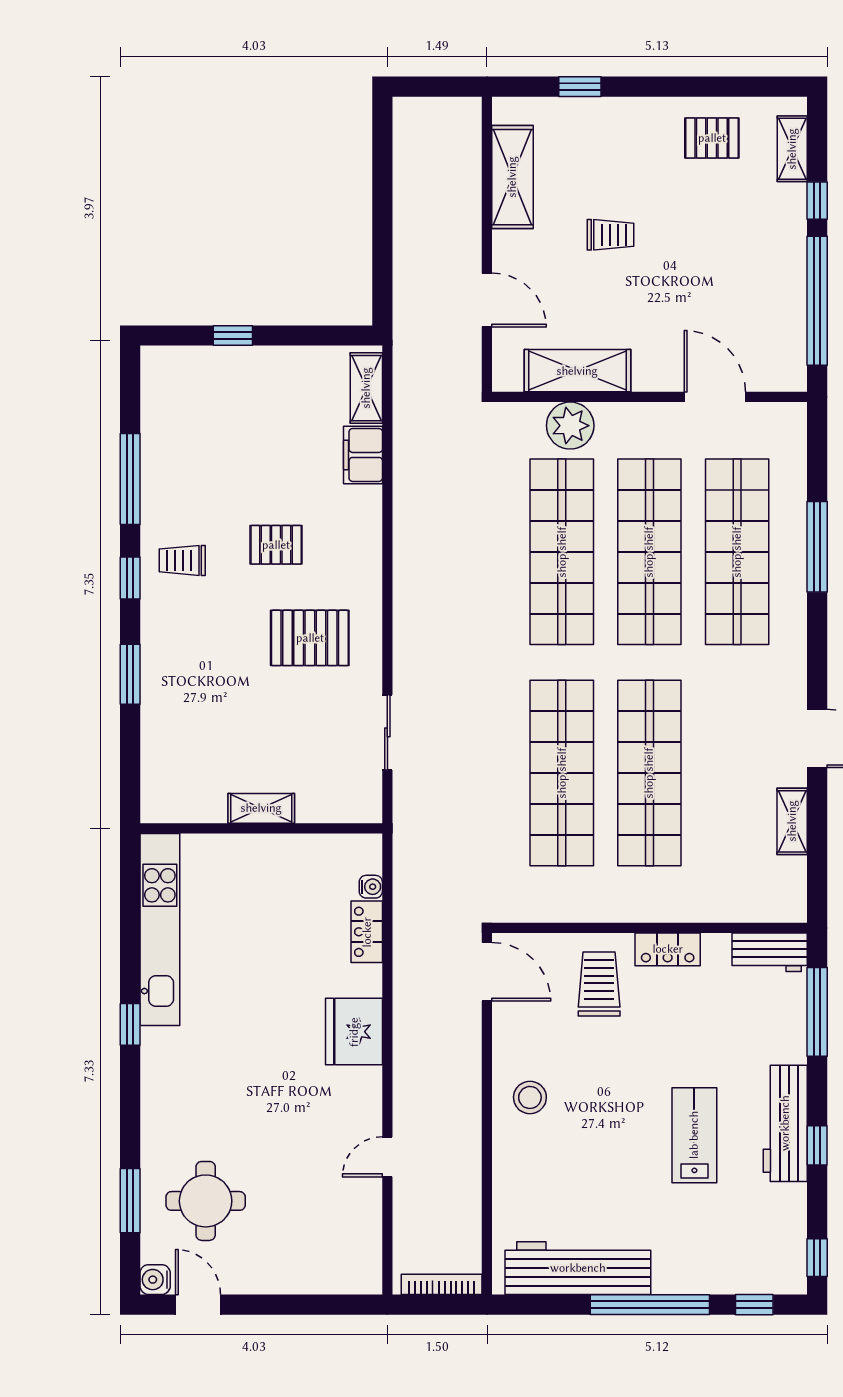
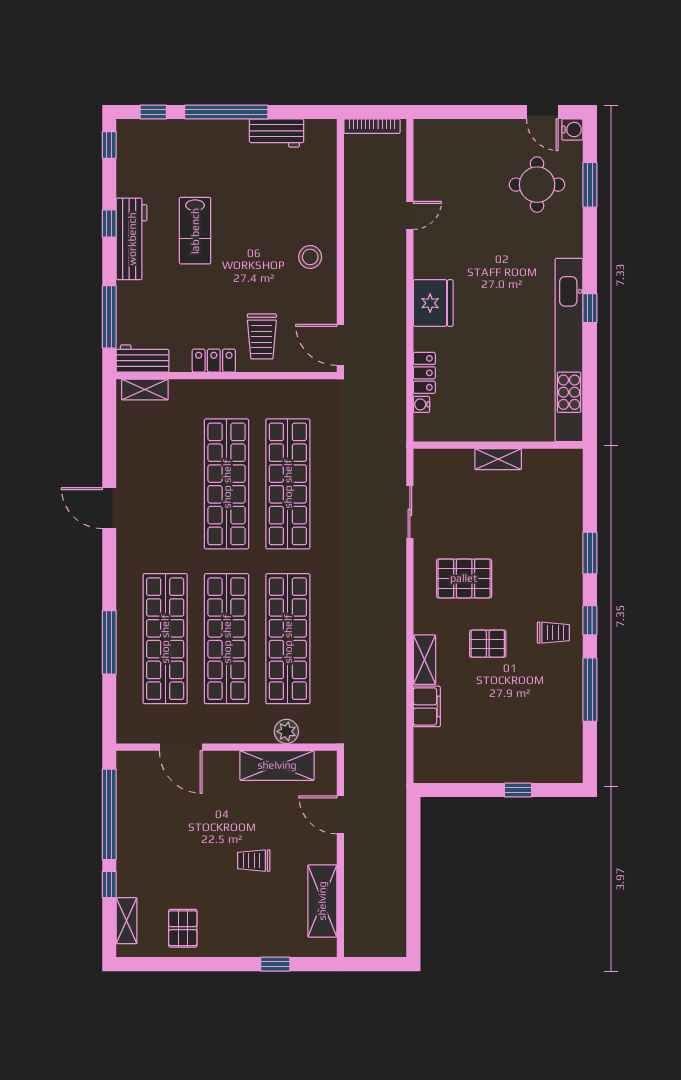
pallet: (712, 138) -> (183, 928), turned 90
shelving: (366, 388) -> (425, 660), moved
plant: (570, 426) -> (286, 731), width x0.73, depth x0.73
shelving: (792, 821) -> (145, 390), moved, turned 90
kitchen unit: (160, 929) -> (569, 350), width x1.36
workbench: (578, 1268) -> (277, 133), width x0.53, depth x0.76

